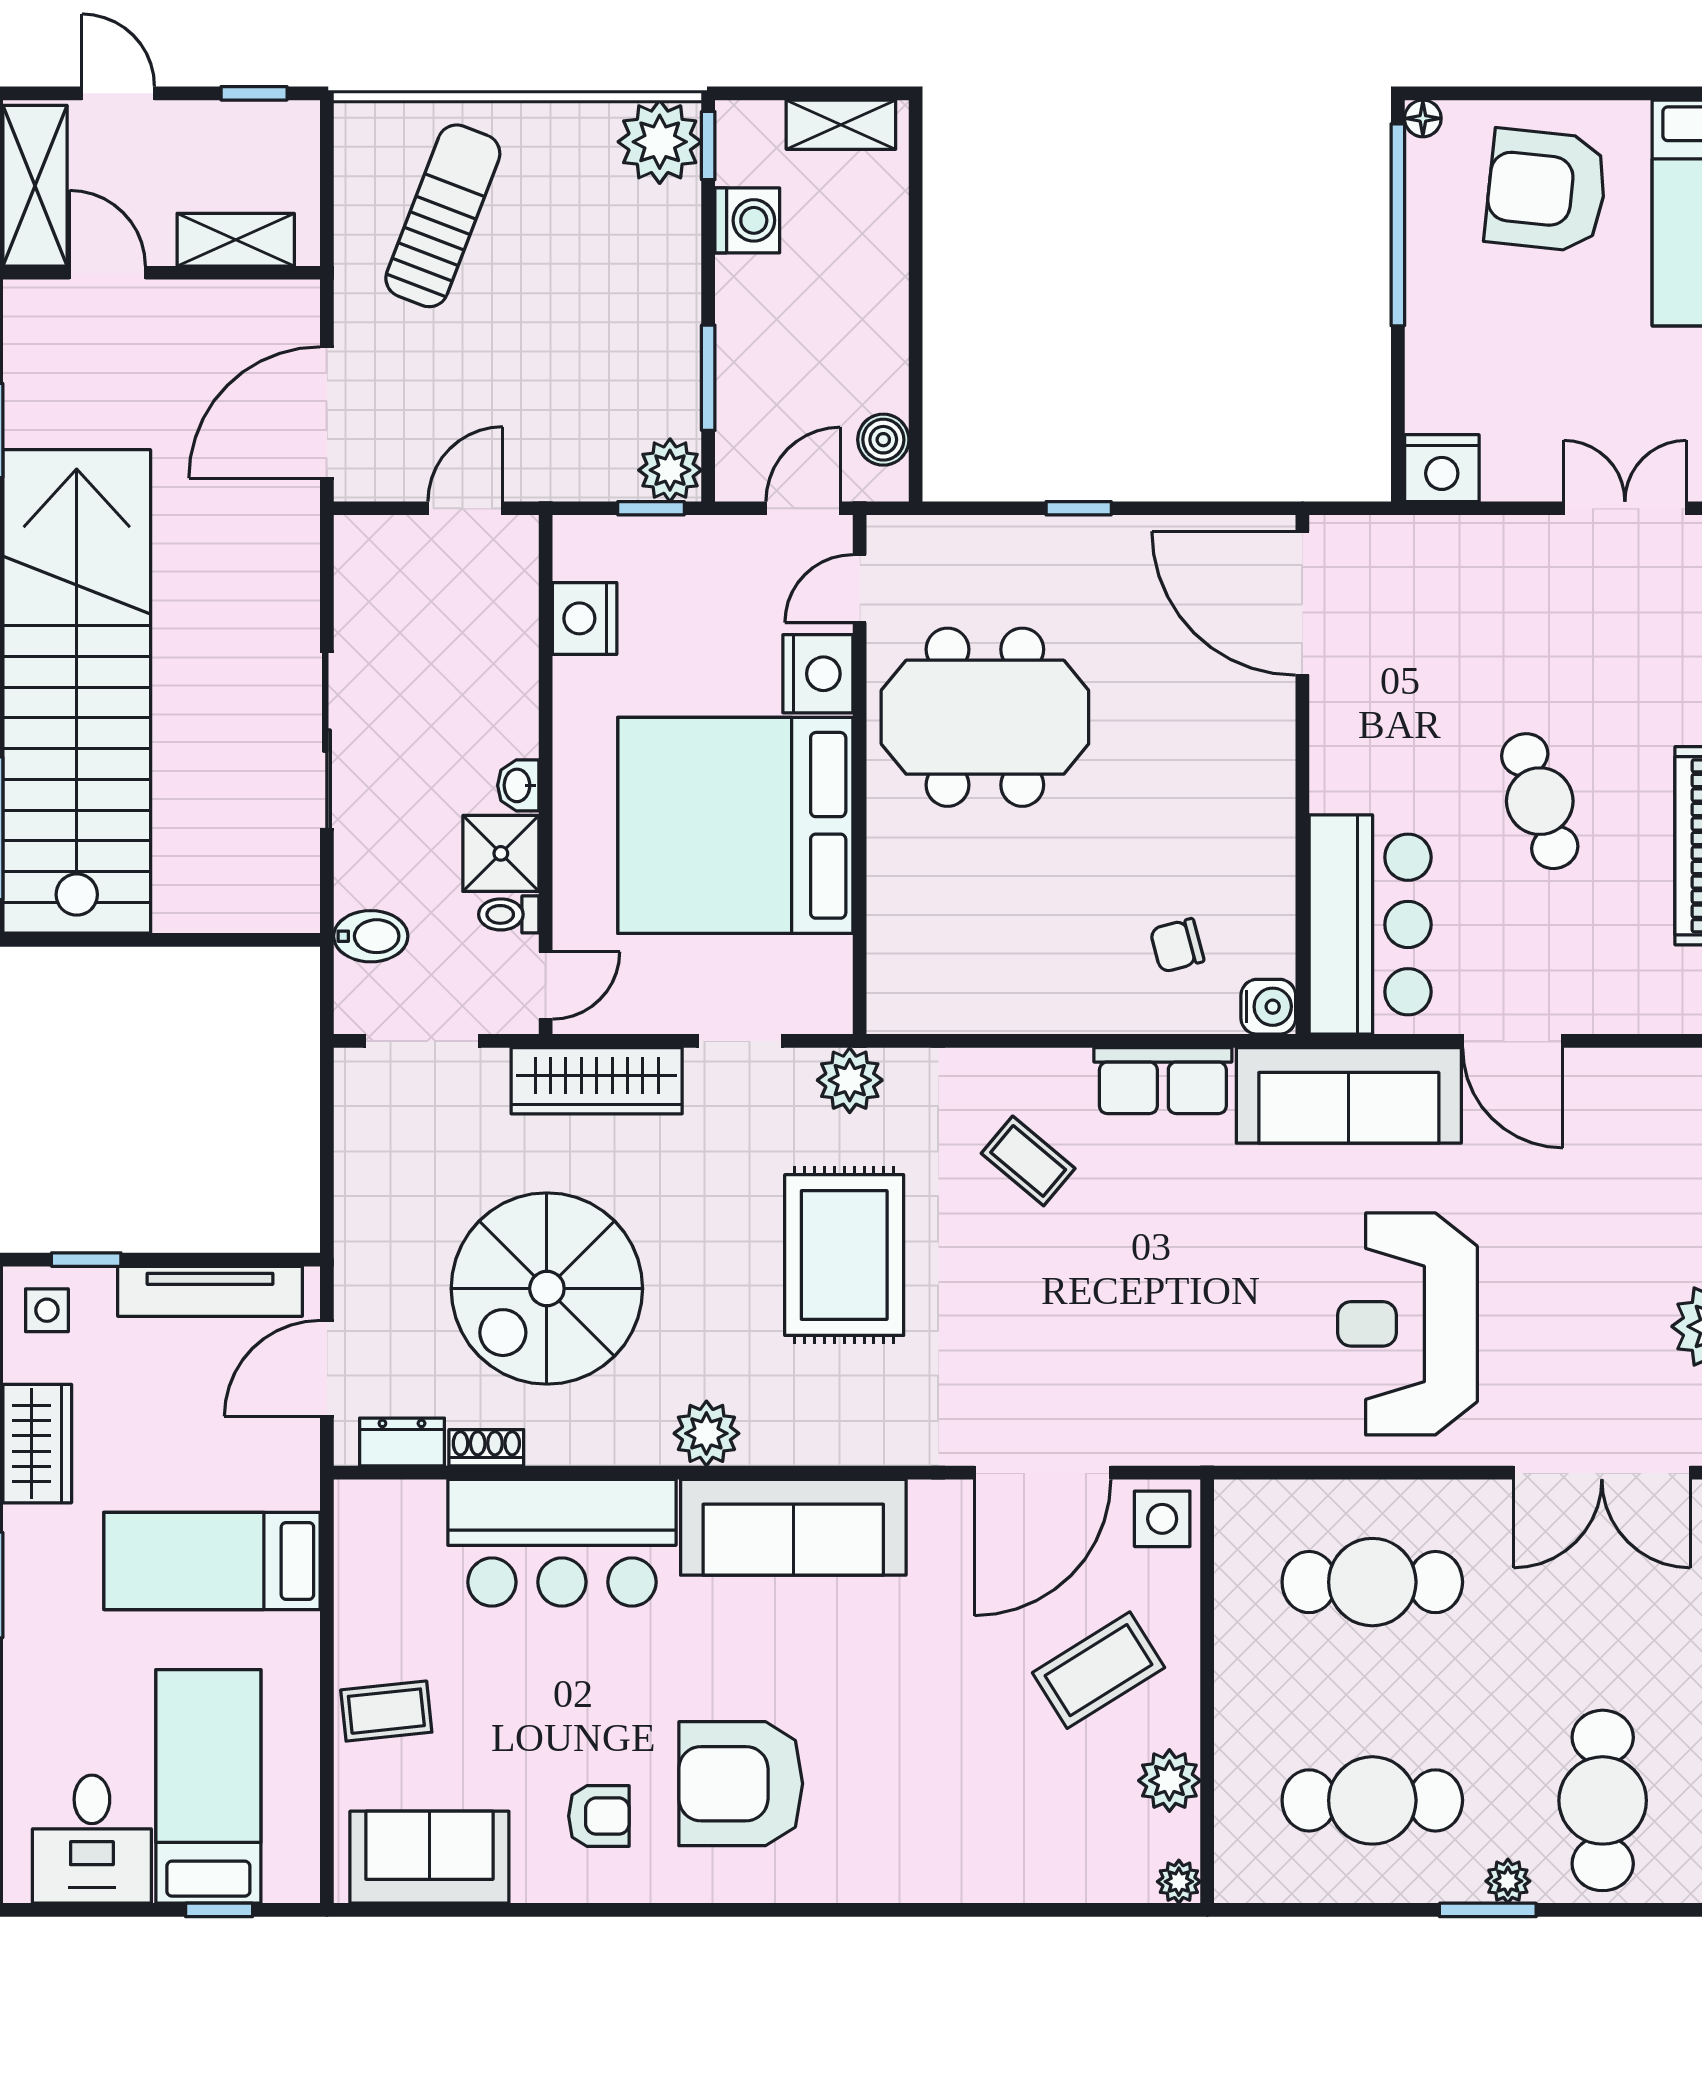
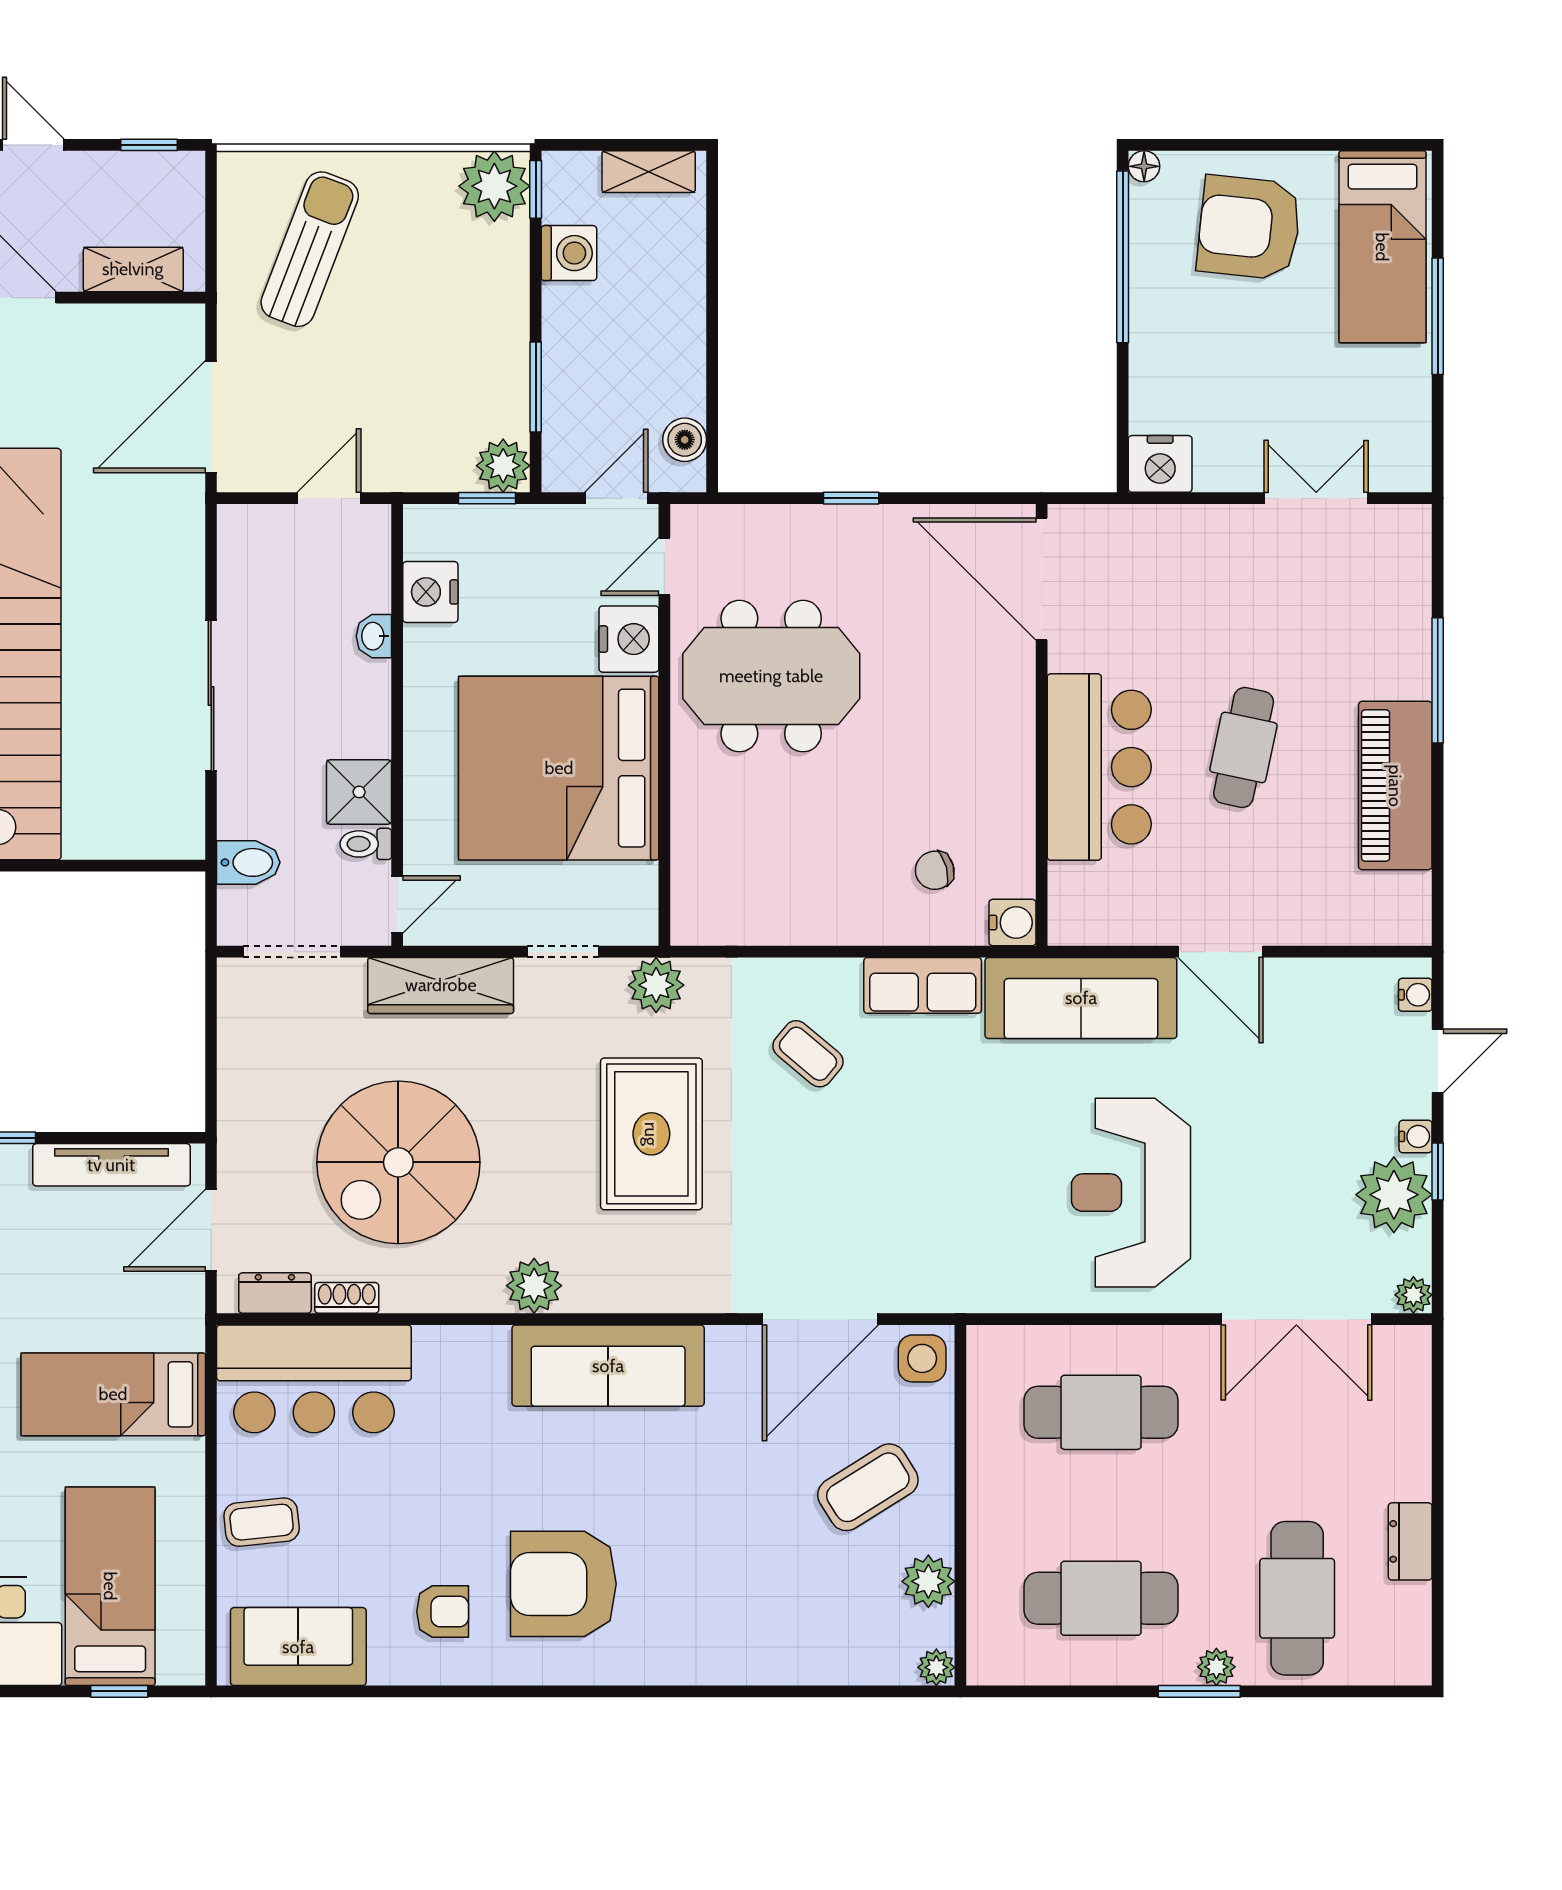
washbasin: (518, 785) -> (374, 636), moved
cafe table: (1540, 801) -> (1244, 747), turned 30
bar counter: (1370, 924) -> (1099, 767), moved
bar counter: (562, 1543) -> (314, 1379), moved

